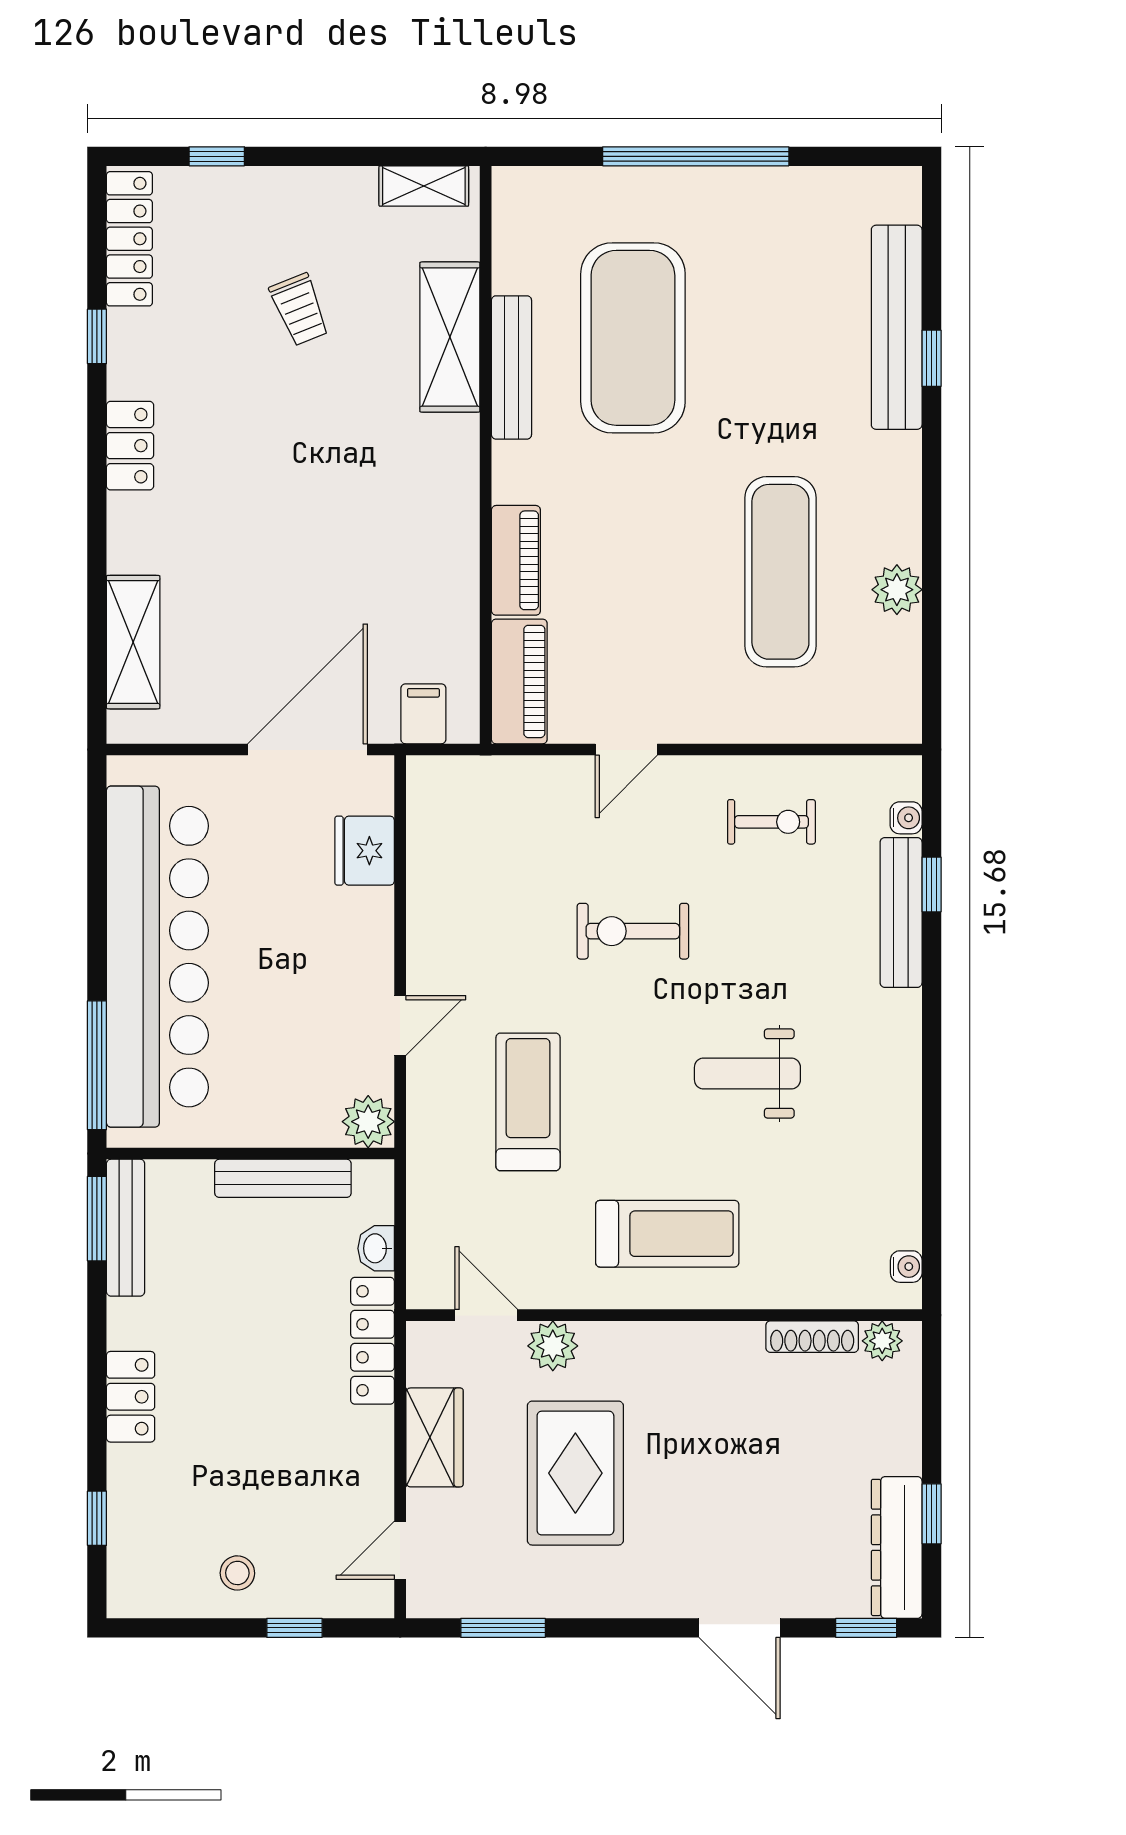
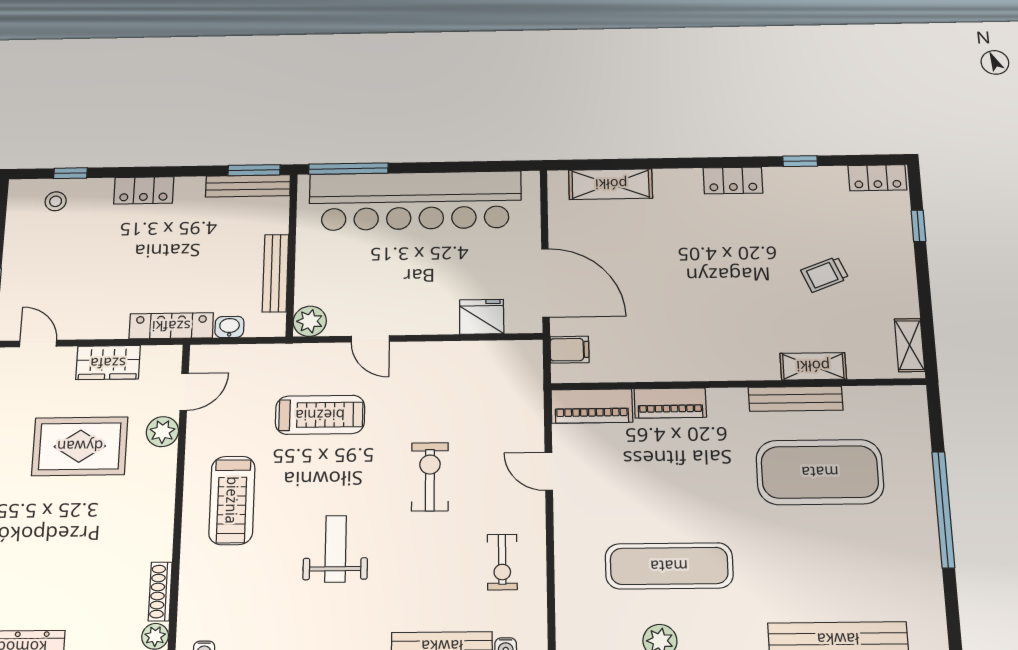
locker: (129, 239) -> (877, 178), width x0.66
shelving: (450, 337) -> (813, 366), width x0.67, depth x0.75
stool: (237, 1573) -> (56, 201), moved

